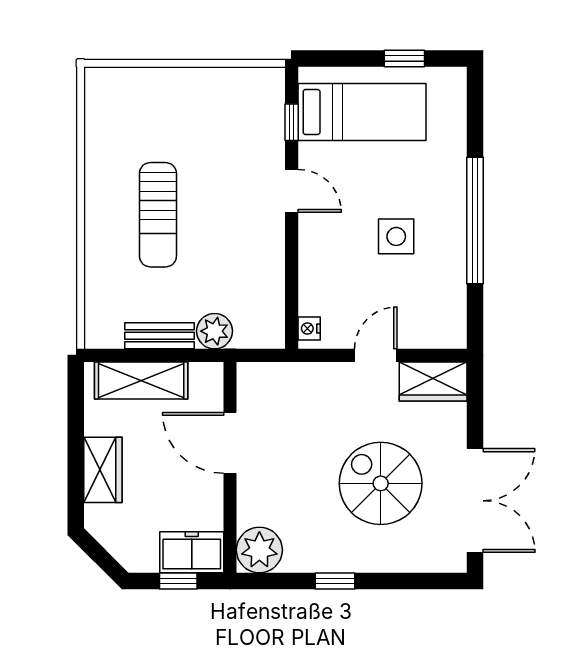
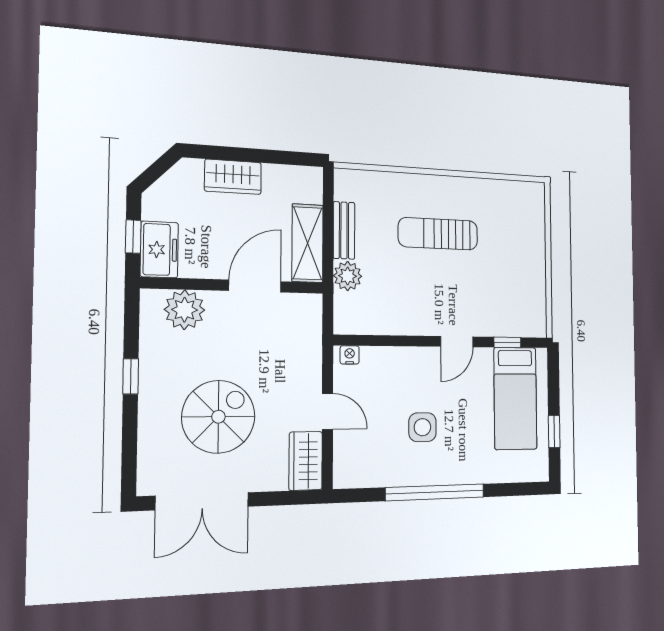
shelving: (141, 381) -> (308, 243), moved
plant: (259, 550) -> (185, 310), moved

